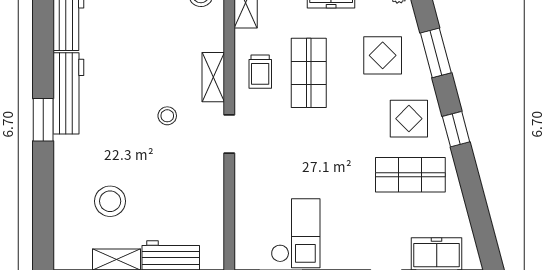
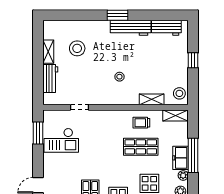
shelving: (213, 77) -> (152, 99), moved
doorway: (229, 134) -> (79, 107), moved

